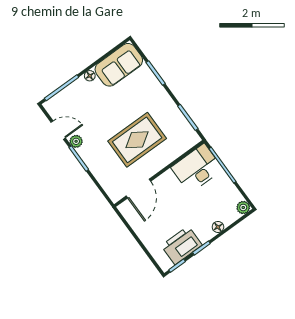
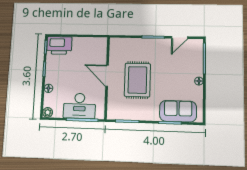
sofa: (119, 65) -> (178, 111), moved, turned 90
plant: (76, 141) -> (165, 43), removed
desk: (197, 168) -> (79, 106), moved, turned 90
door: (138, 189) -> (107, 76), moved
printer: (182, 245) -> (59, 45), moved, turned 90

